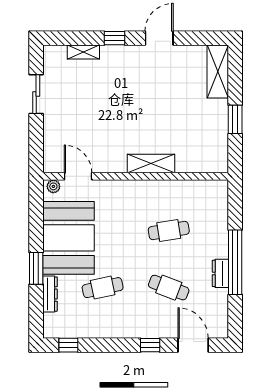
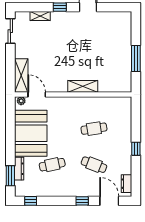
shelving: (218, 71) -> (21, 76), moved
sliding door: (36, 94) -> (10, 31), moved
window: (235, 119) -> (136, 59), width x1.44
window: (235, 262) -> (136, 149), width x0.32
window: (36, 268) -> (10, 176), moved
dresser: (220, 273) -> (127, 184), moved

